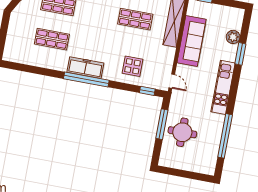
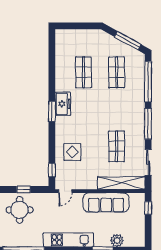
freezer: (85, 68) -> (63, 104), width x0.71
window: (86, 79) -> (52, 111), width x0.47
window: (162, 124) -> (24, 189), width x0.46

